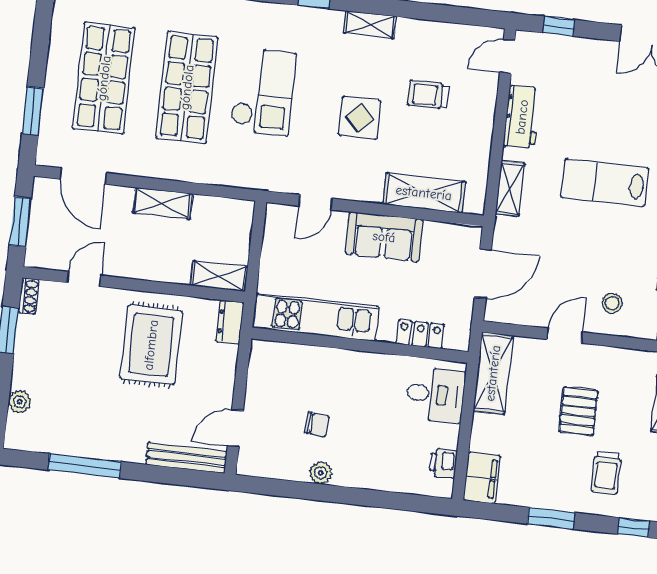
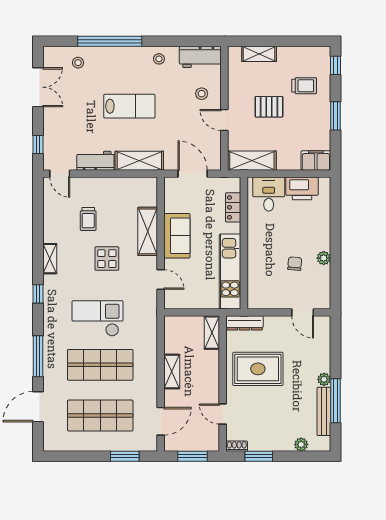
lab bench: (605, 183) -> (129, 106), turned -90
shelving: (510, 189) -> (139, 161), width x1.50, depth x1.33
shelving: (424, 193) -> (148, 231), moved
dresser: (230, 322) -> (245, 323), width x1.44
plant: (122, 451) -> (324, 379), added
bench: (186, 458) -> (324, 411), moved
printer: (443, 463) -> (302, 188), width x1.87, depth x1.48

